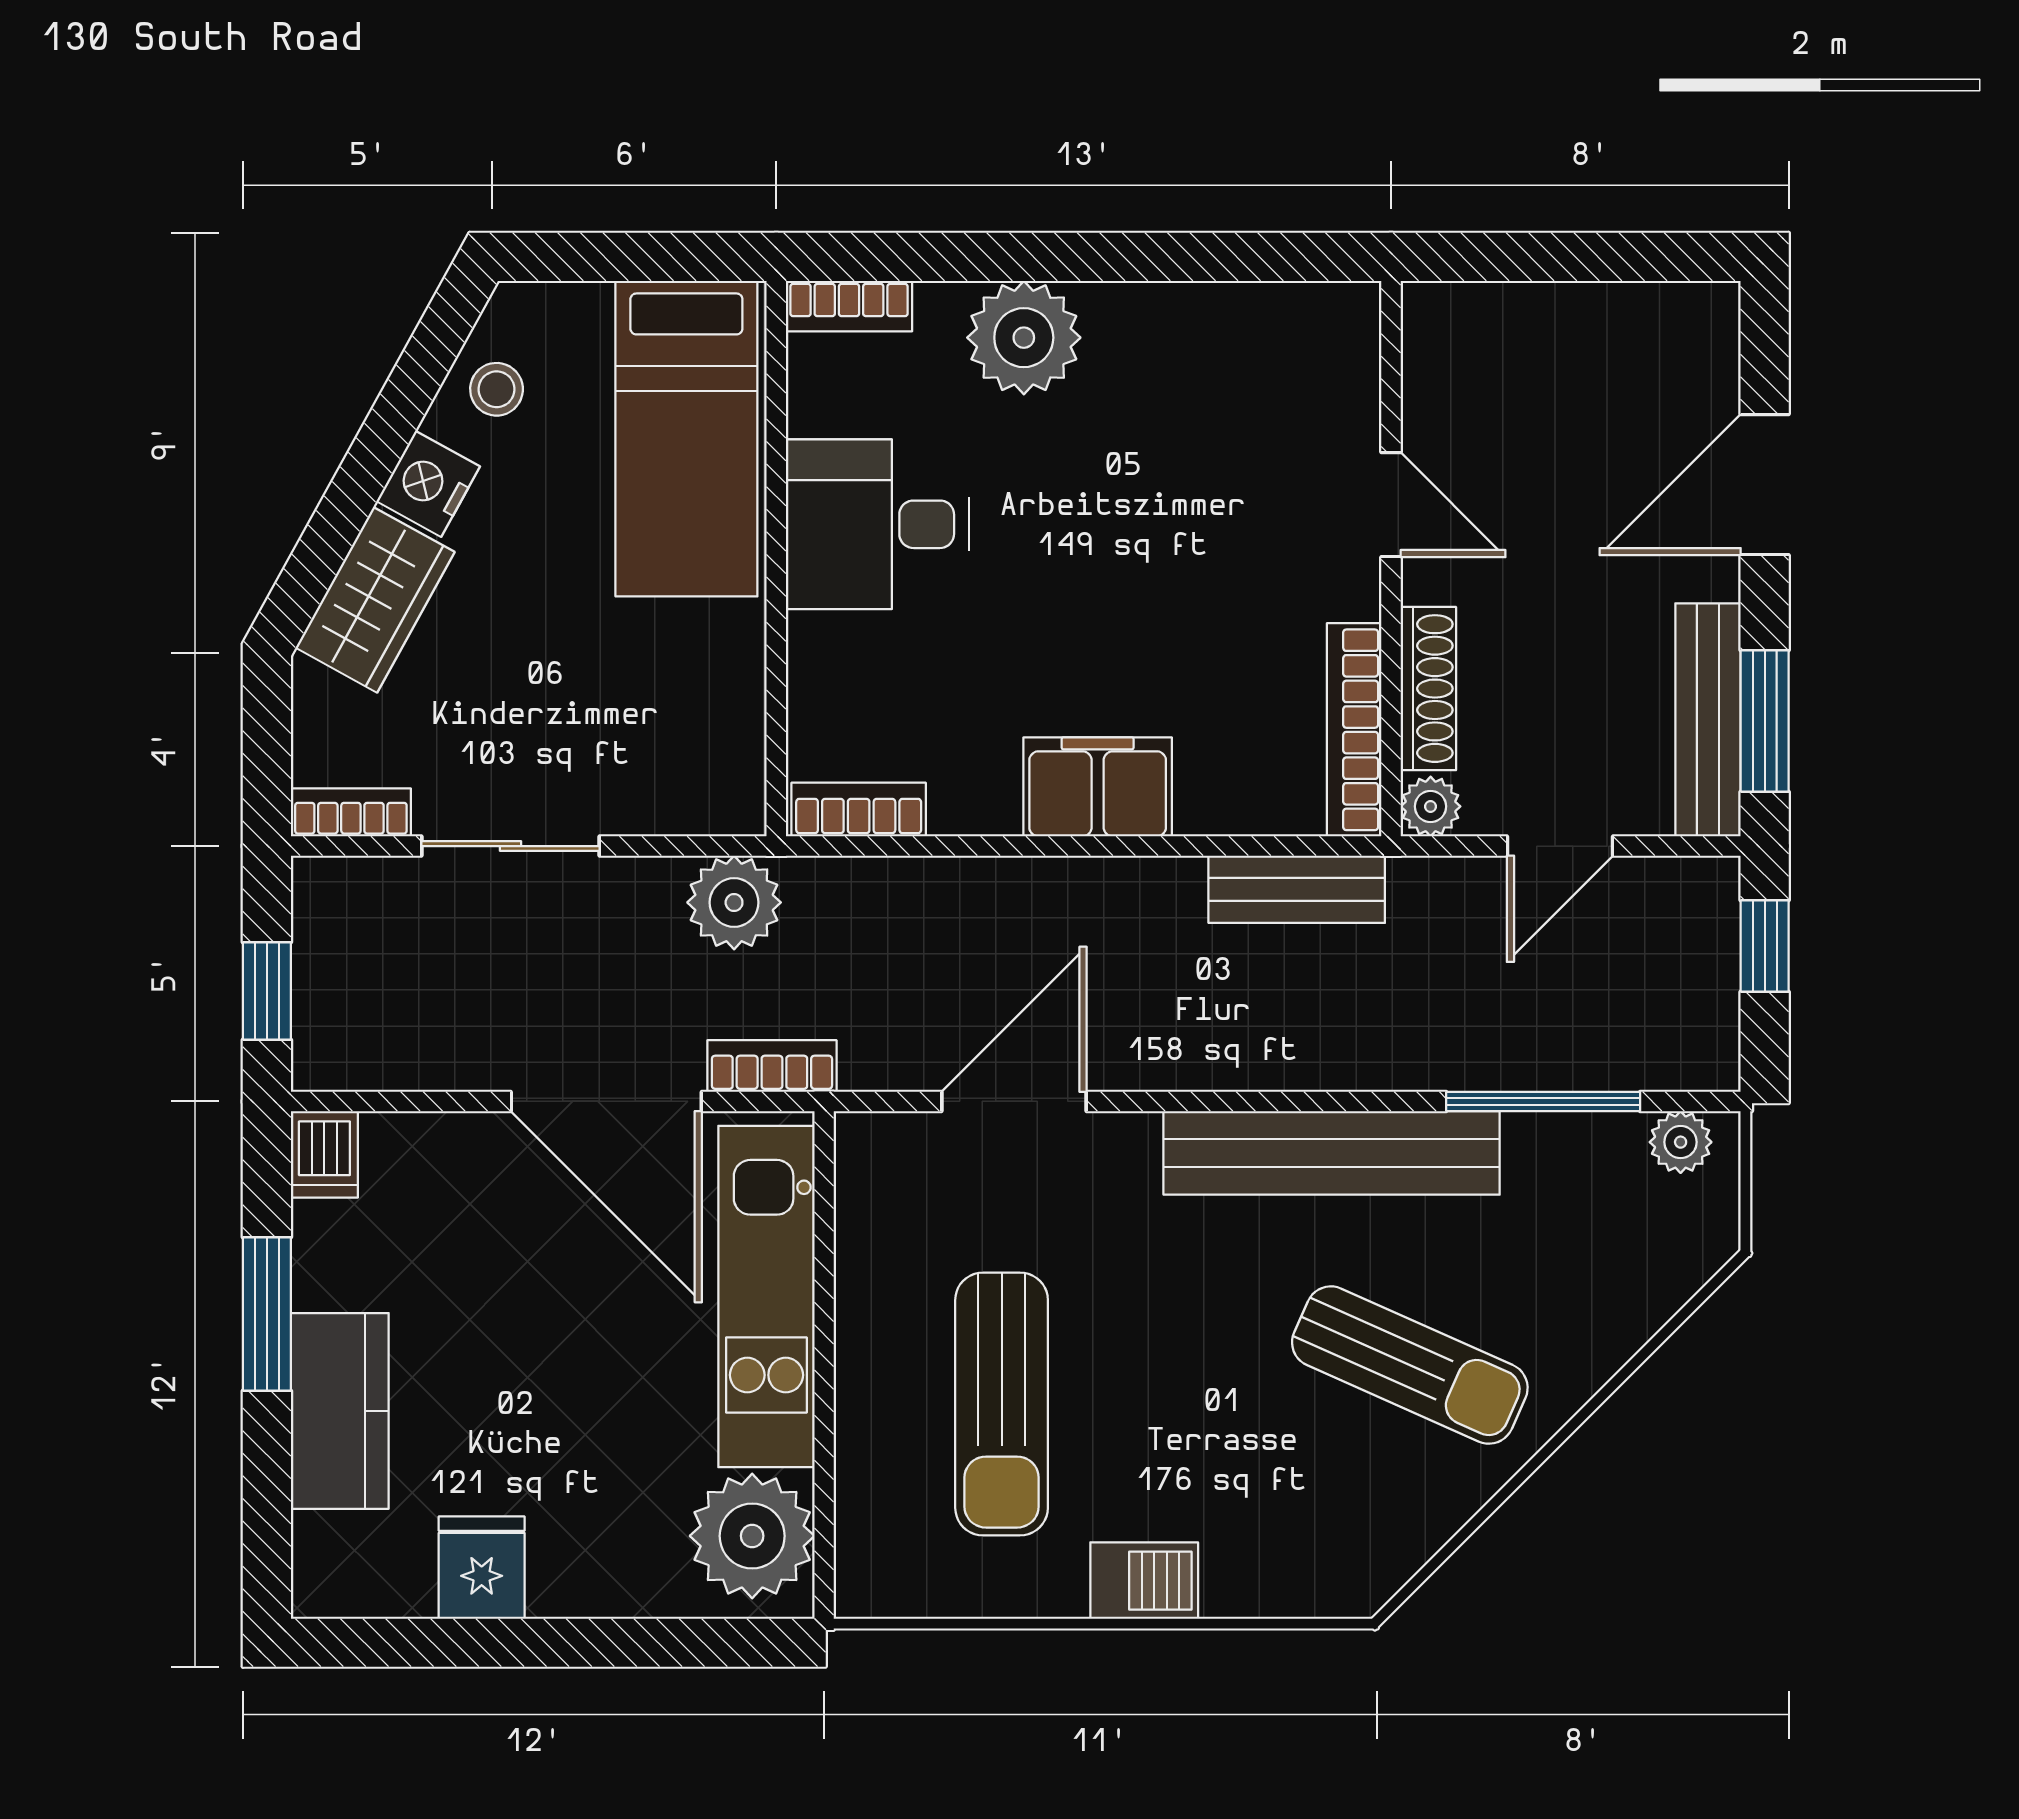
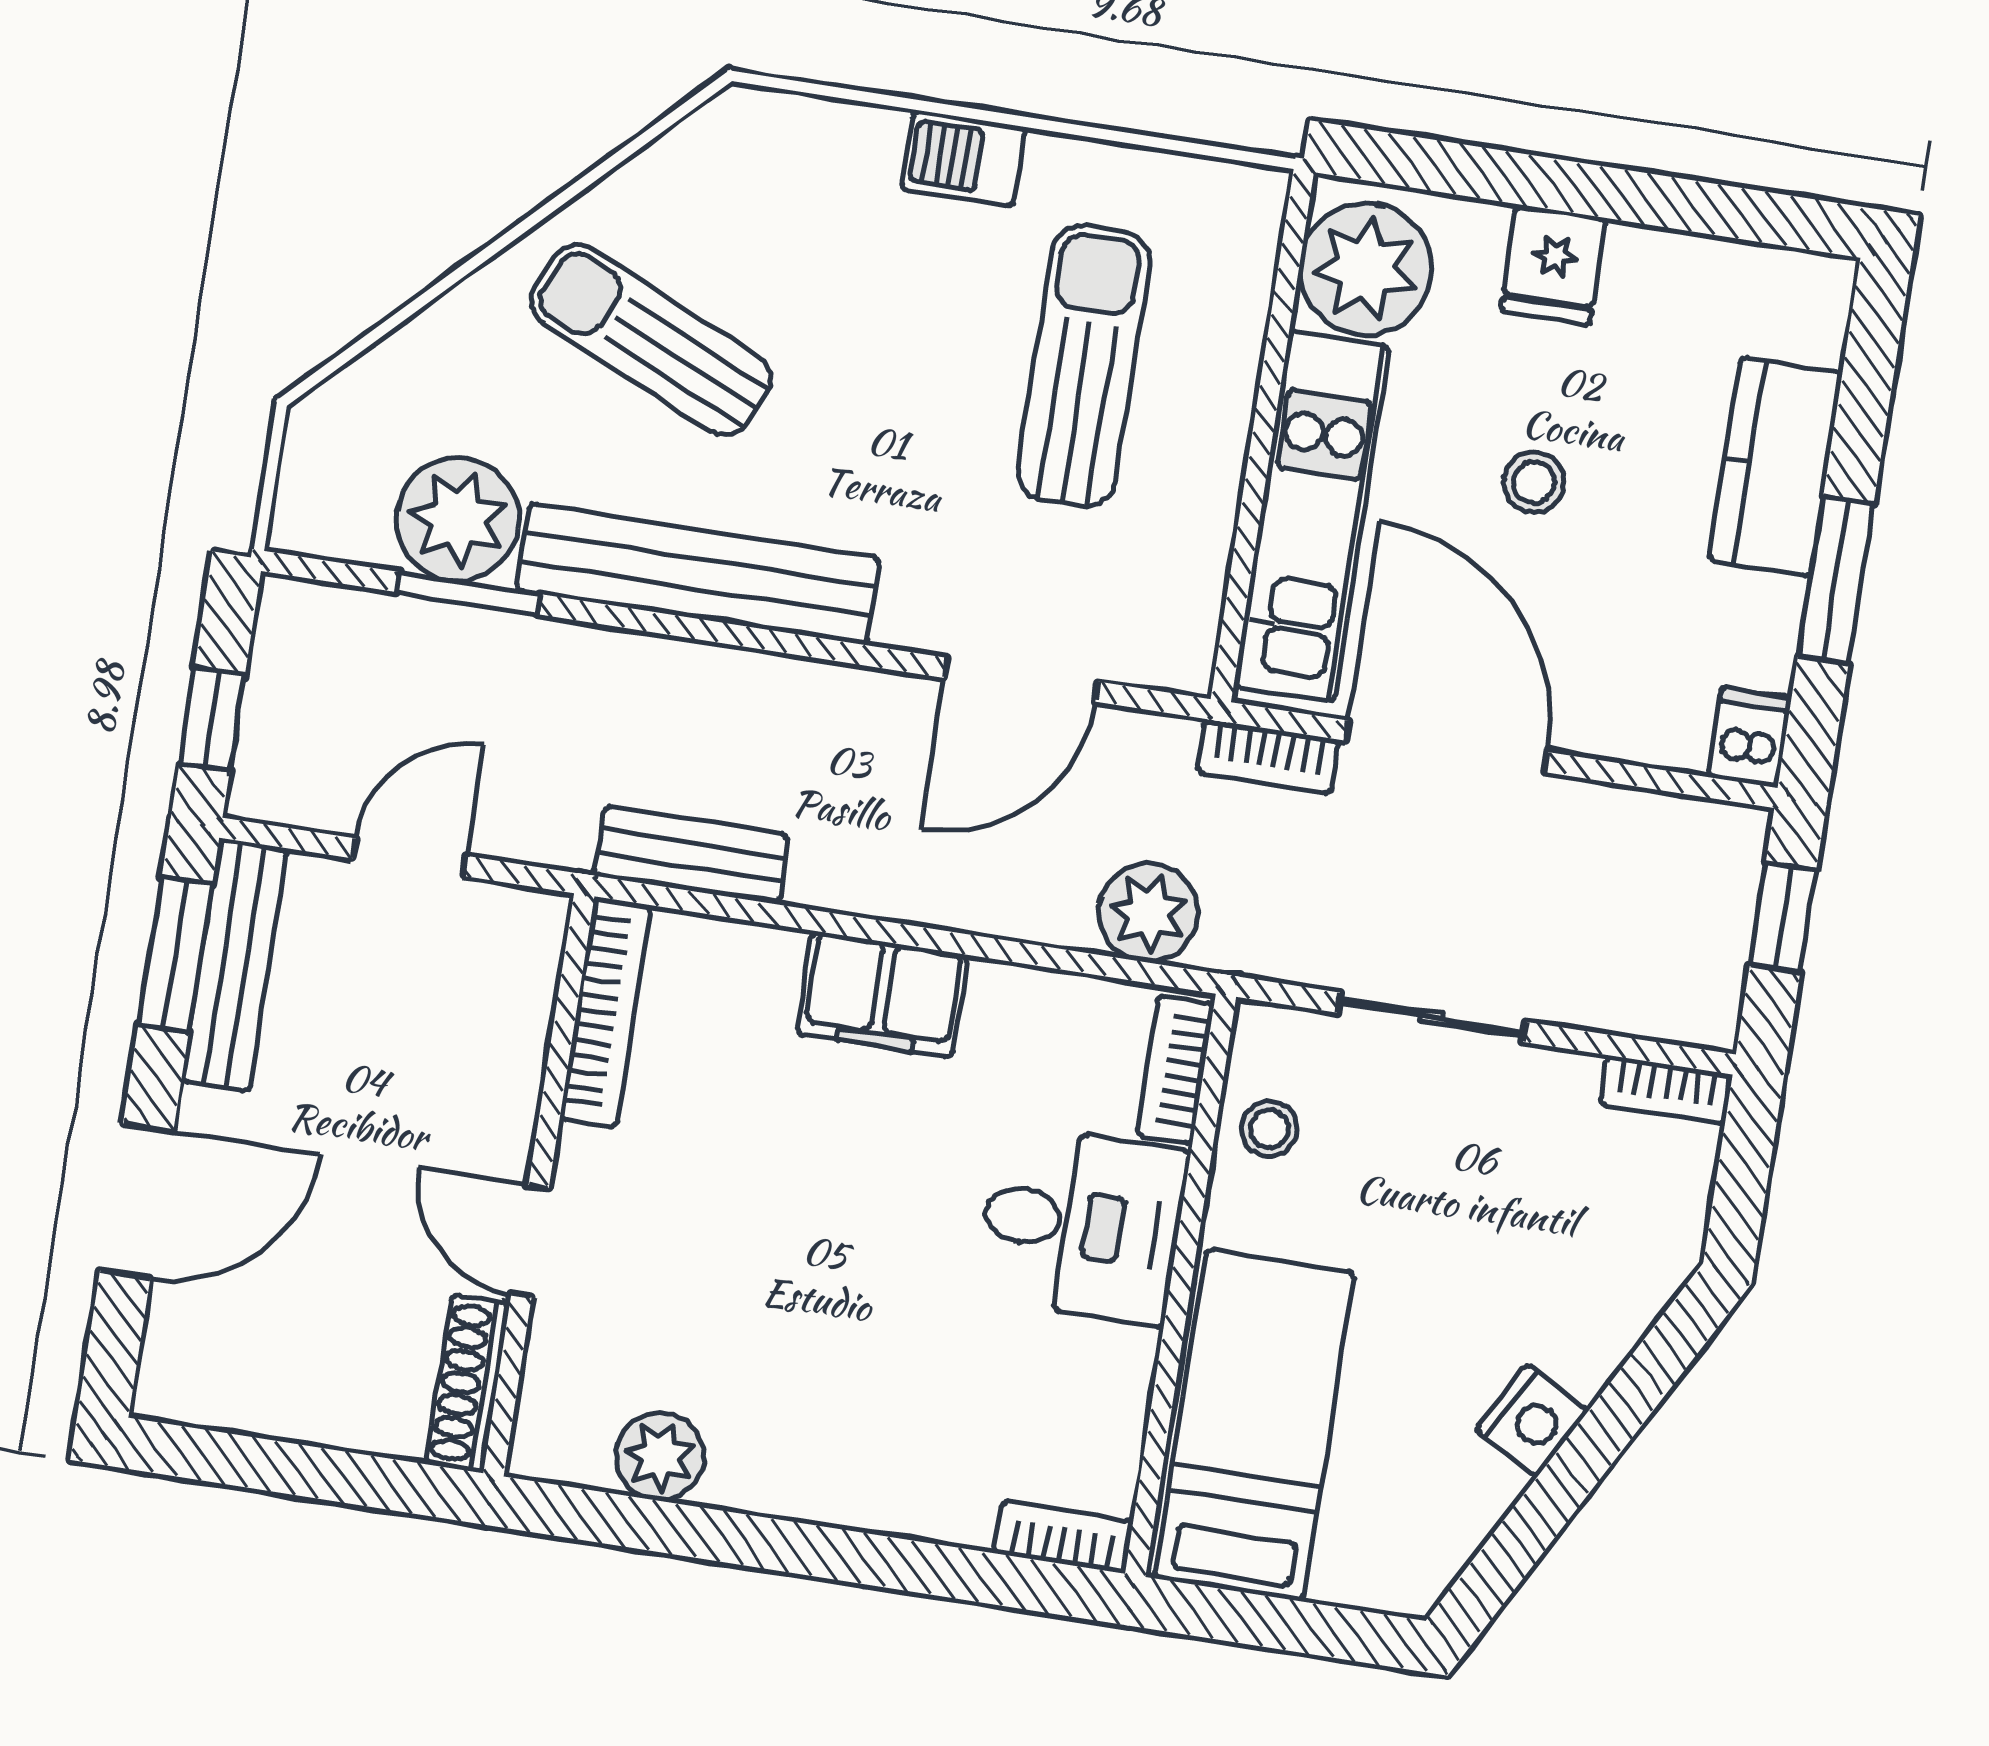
plant: (1024, 338) -> (660, 1456), moved, width x0.73, depth x0.73
stool: (497, 389) -> (1269, 1129), moved
desk: (877, 524) -> (1082, 1225), moved
wardrobe: (375, 600) -> (1606, 1308), removed
shoe rack: (1428, 689) -> (468, 1384), moved
plant: (1431, 806) -> (538, 920), removed
bookcase: (859, 810) -> (1175, 1070), moved, turned 90
sliding door: (510, 846) -> (1432, 1017), moved
plant: (734, 902) -> (1148, 913), moved
window: (1543, 1101) -> (469, 593), width x0.69
plant: (1681, 1142) -> (458, 519), moved, width x1.88, depth x1.88
stool: (563, 1361) -> (1534, 482), added
fridge: (482, 1568) -> (1554, 265), moved

